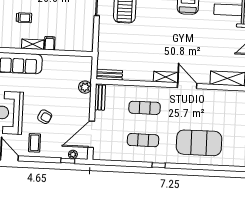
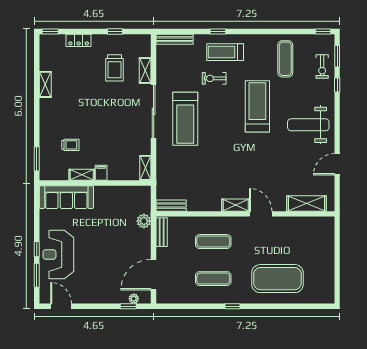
shelving: (88, 41) -> (145, 168), added
armchair: (45, 117) -> (99, 257), removed
coffee table: (35, 143) -> (89, 288), removed

